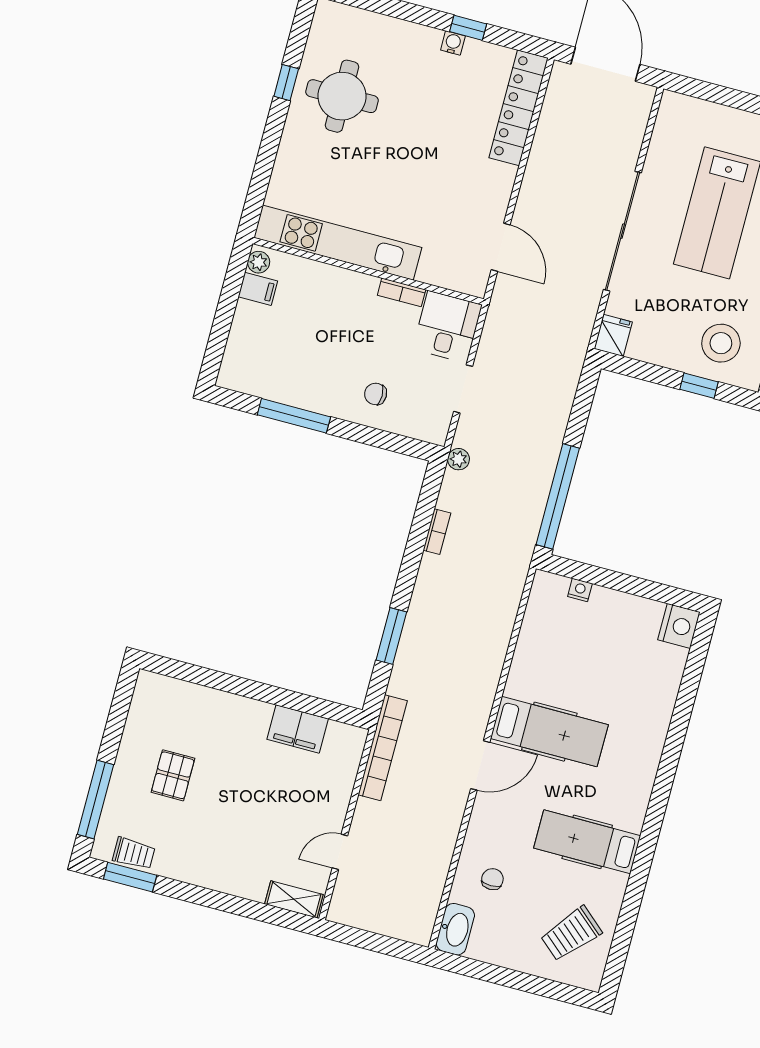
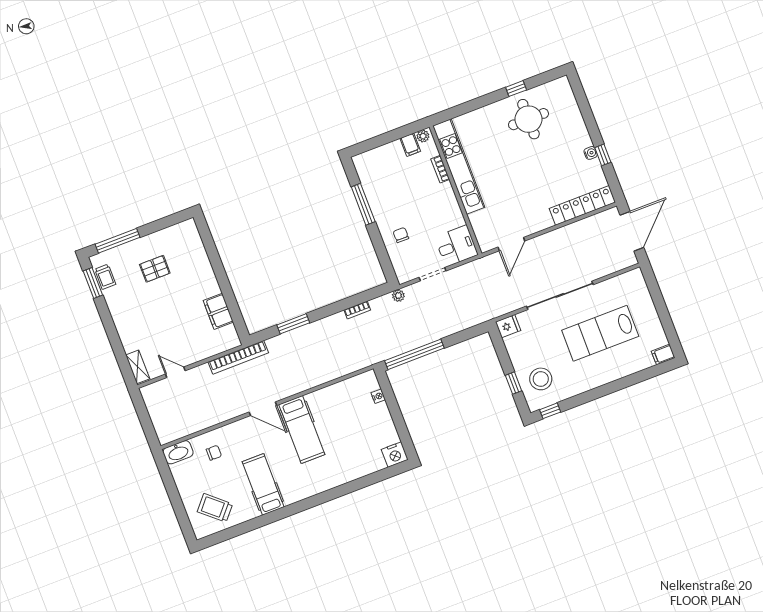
bookcase: (402, 292) -> (440, 169), moved

